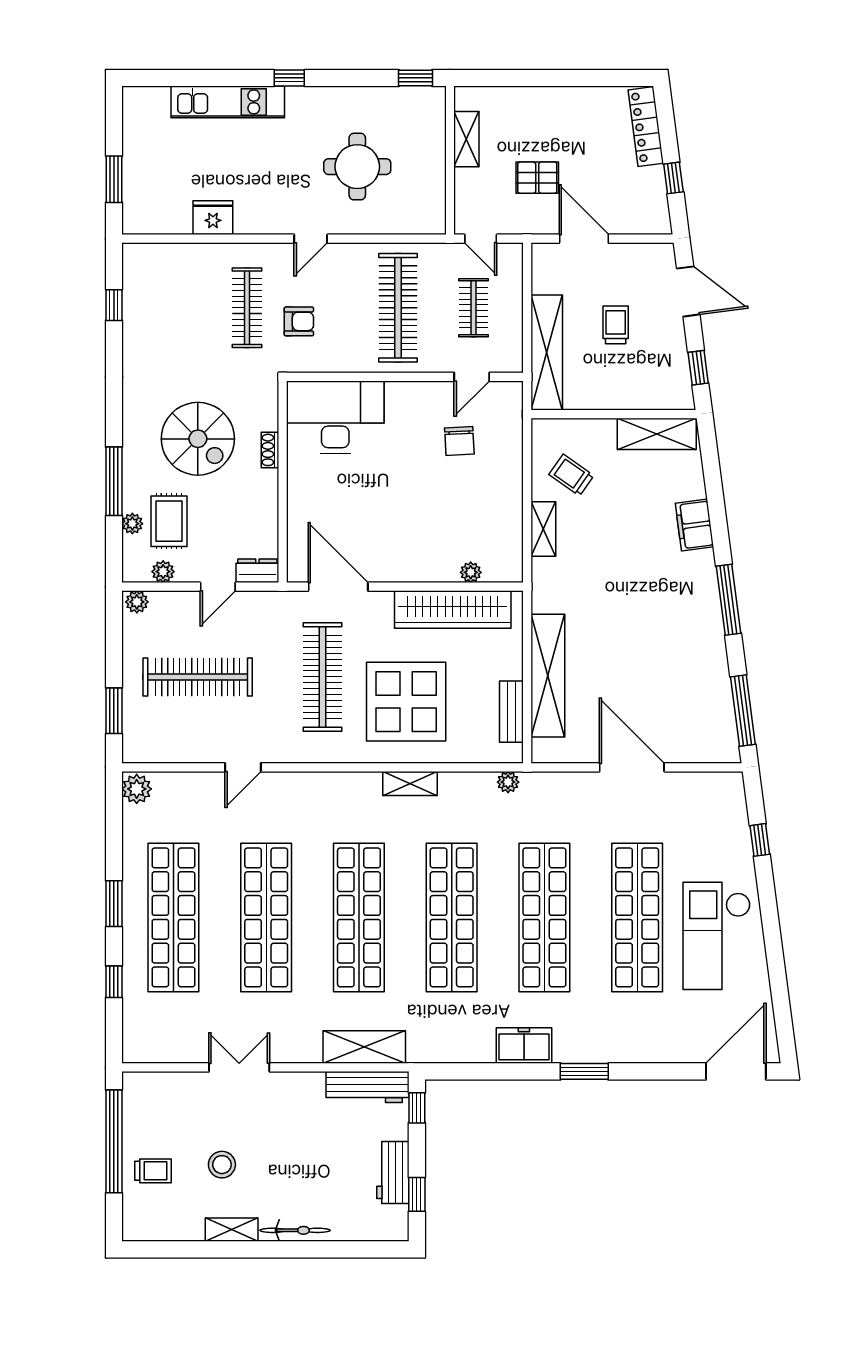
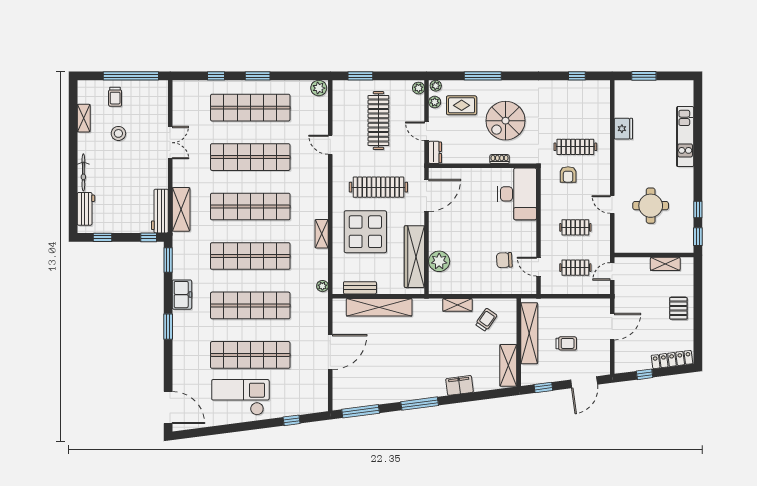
window: (289, 78) -> (698, 209), moved
pallet: (537, 178) -> (678, 308), moved
door: (311, 239) -> (612, 204), moved
clothes rail: (398, 308) -> (575, 227), width x0.54, depth x0.76
shelving: (547, 352) -> (529, 333), moved, turned 90
plant: (132, 524) -> (436, 86), moved
plant: (471, 572) -> (439, 261), width x1.87, depth x1.87
window: (459, 1071) -> (168, 260), added
workbench: (393, 1173) -> (86, 209), moved, turned 90
shelving: (232, 1230) -> (84, 118), moved

